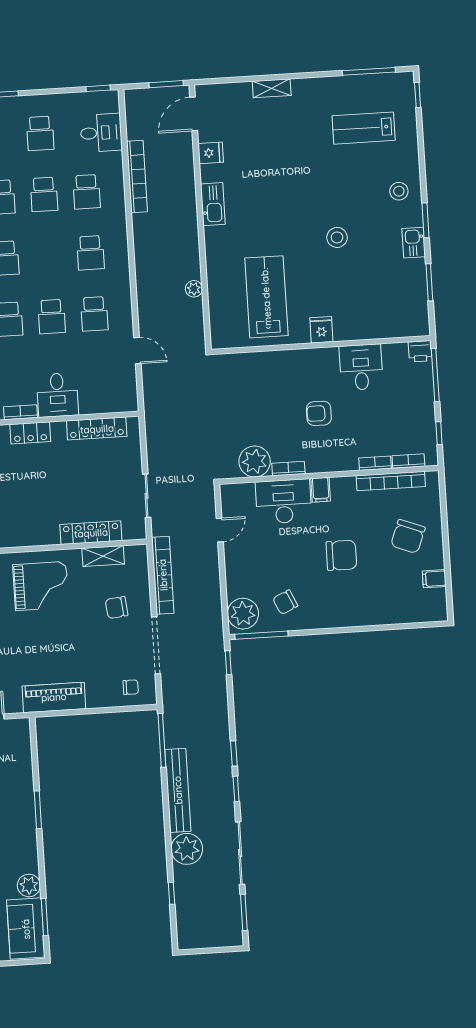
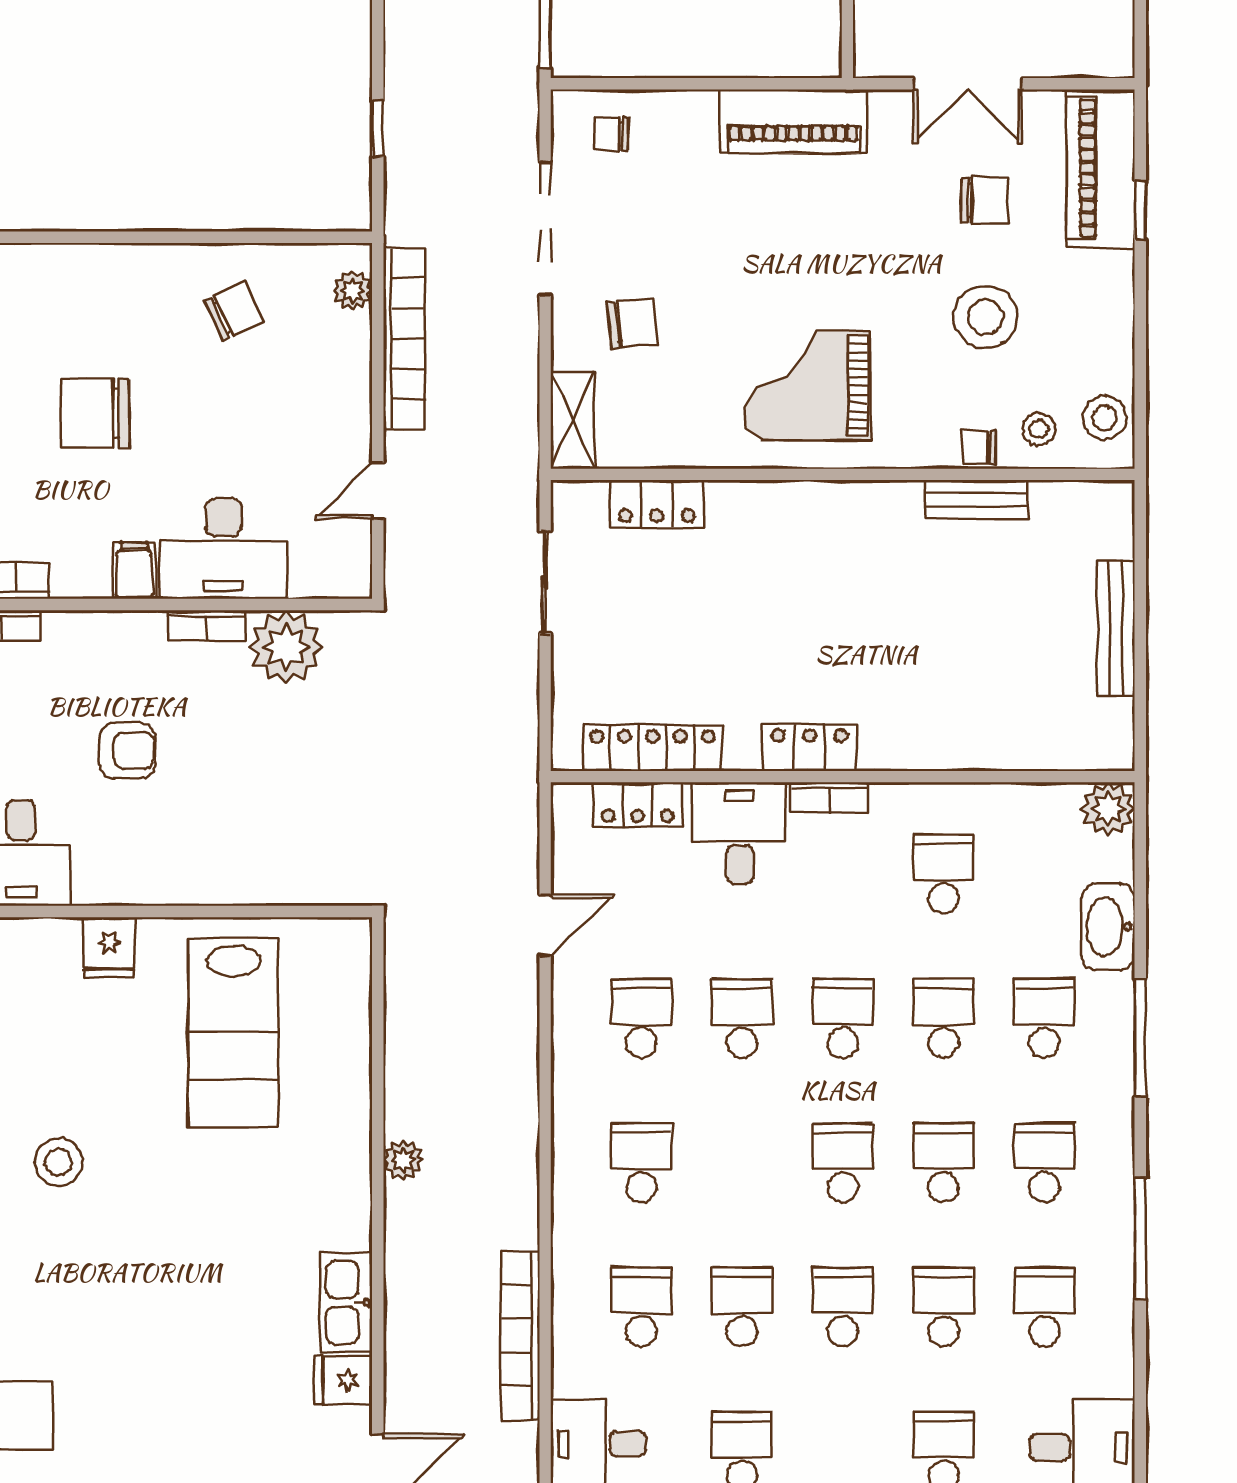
kitchen sink: (213, 204) -> (346, 1303), moved
plant: (194, 289) -> (403, 1160), moved
door: (137, 351) -> (545, 925), swing flipped
locker: (101, 404) -> (638, 805), added
locker: (91, 533) -> (657, 504), width x0.66
shelving: (103, 556) -> (573, 420), moved, turned 90
bookcase: (163, 575) -> (404, 339), moved, turned 180
plant: (243, 614) -> (353, 291), width x0.53, depth x0.53
window: (261, 635) -> (295, 237), removed
window: (228, 663) -> (378, 129), moved

